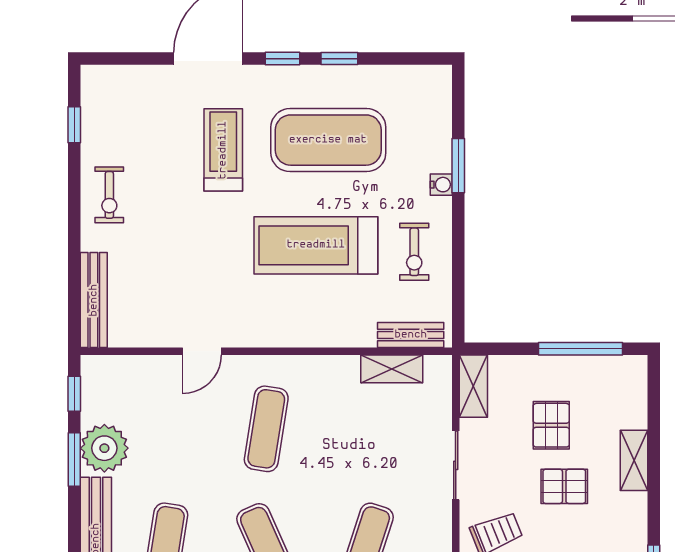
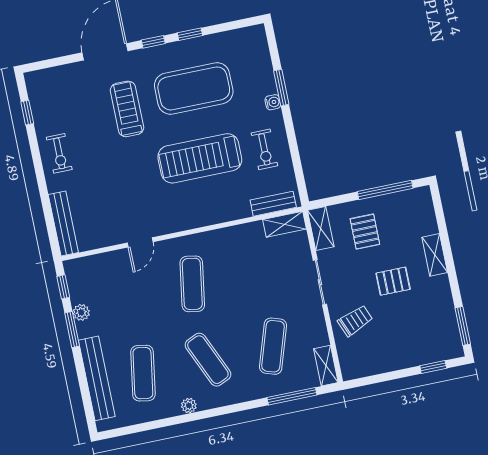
shelving: (392, 369) -> (285, 224), moved
pallet: (551, 425) -> (365, 232), moved
plant: (104, 448) -> (81, 312), width x0.53, depth x0.53

